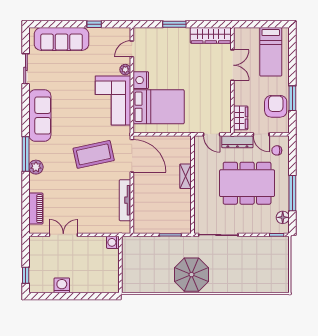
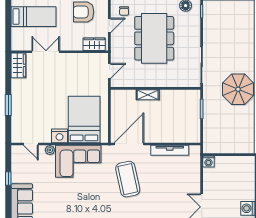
wardrobe: (211, 35) -> (18, 65), width x0.67
dresser: (237, 142) -> (116, 47), removed

